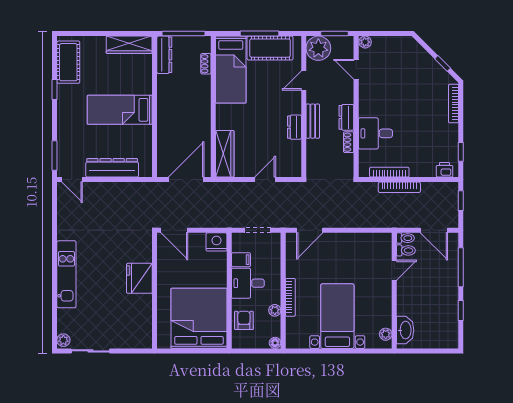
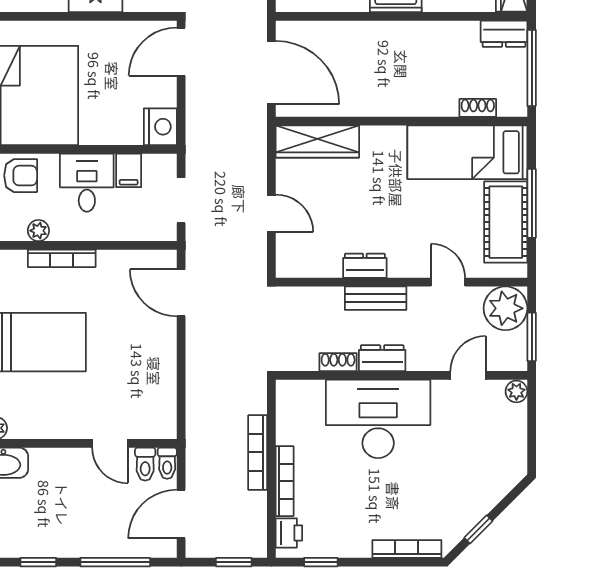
dresser: (164, 55) -> (504, 34), width x0.70
desk: (375, 133) -> (378, 419), width x1.87, depth x1.30
bookcase: (389, 172) -> (285, 481), moved

